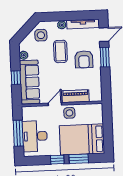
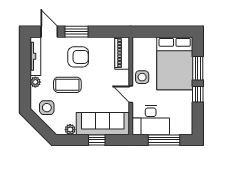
piano: (76, 96) -> (122, 53), moved
desk: (35, 136) -> (151, 120), moved

